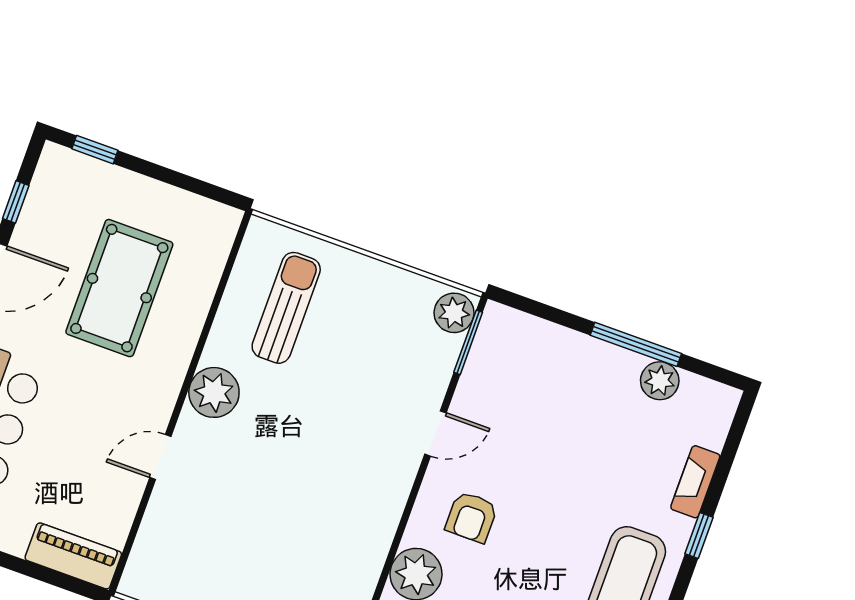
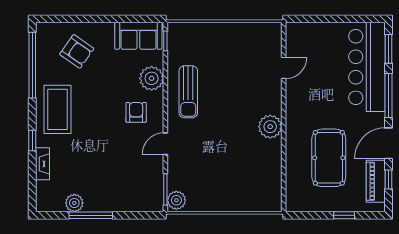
window: (95, 150) -> (344, 215), moved
sun lounger: (286, 308) -> (188, 92), moved
door: (160, 457) -> (284, 68), moved
piano: (73, 556) -> (376, 181), moved, turned 90

